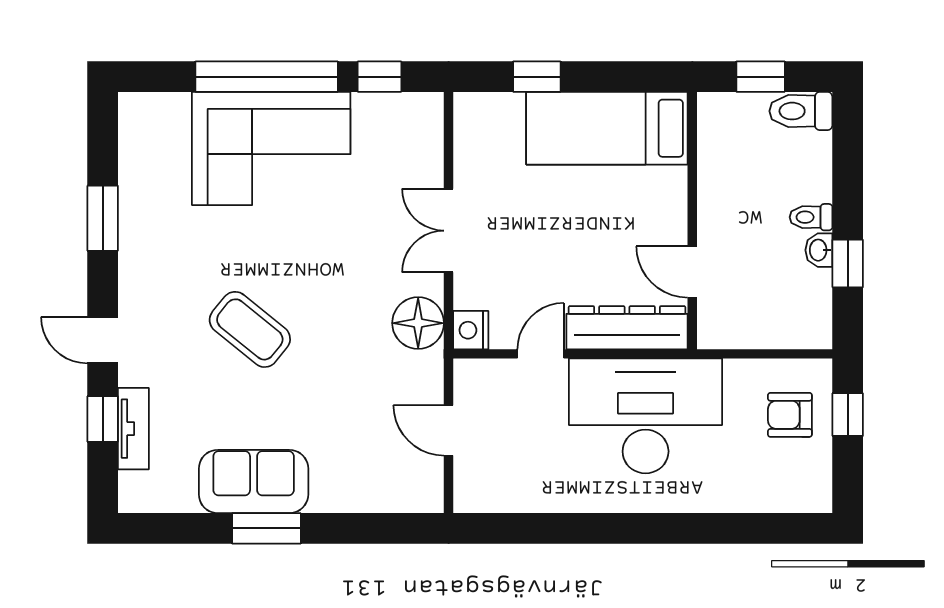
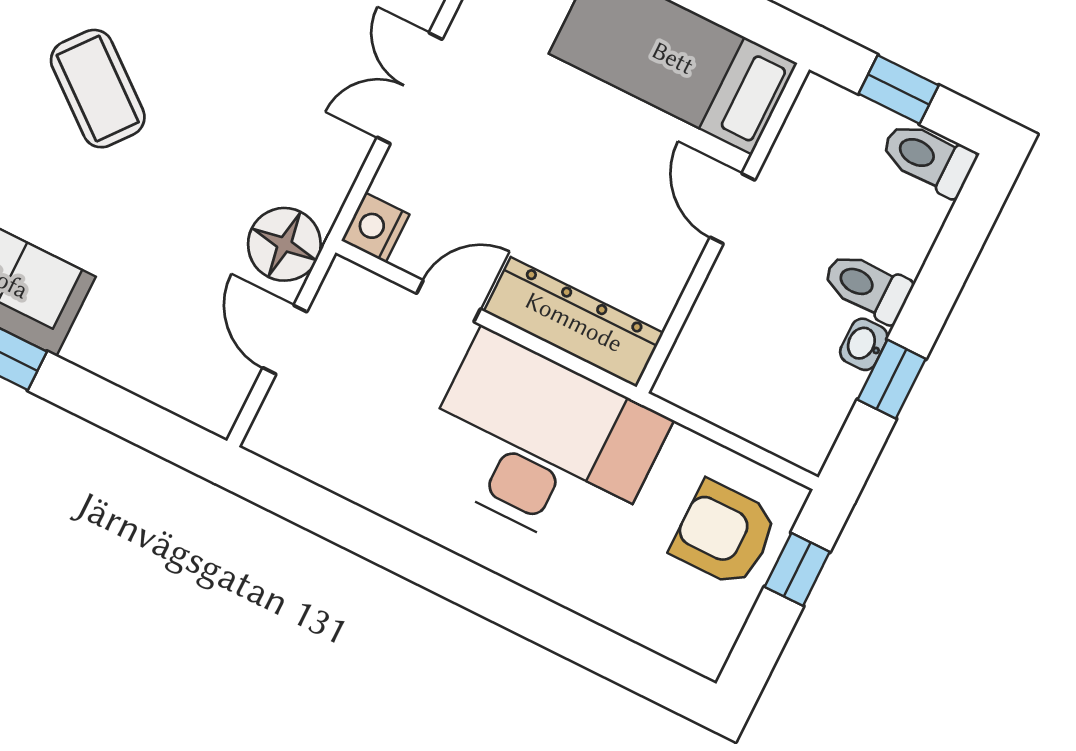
toilet: (811, 217) -> (867, 287), width x1.37, depth x1.39
door: (692, 272) -> (732, 209), moved
floor lamp: (418, 323) -> (284, 244), moved
armchair: (790, 415) -> (724, 534), width x1.38, depth x1.38

